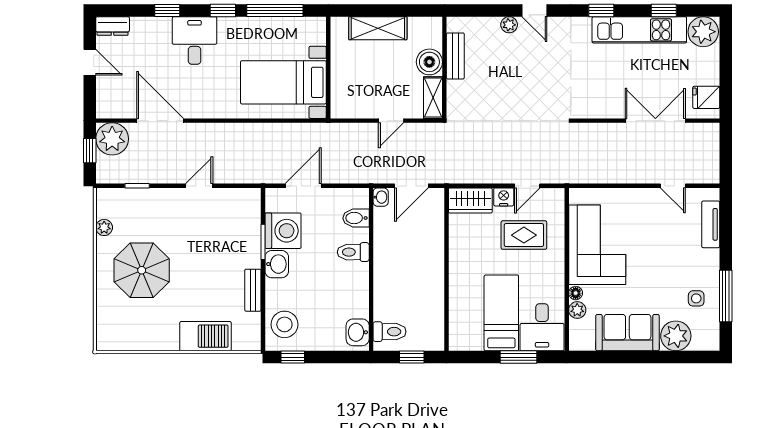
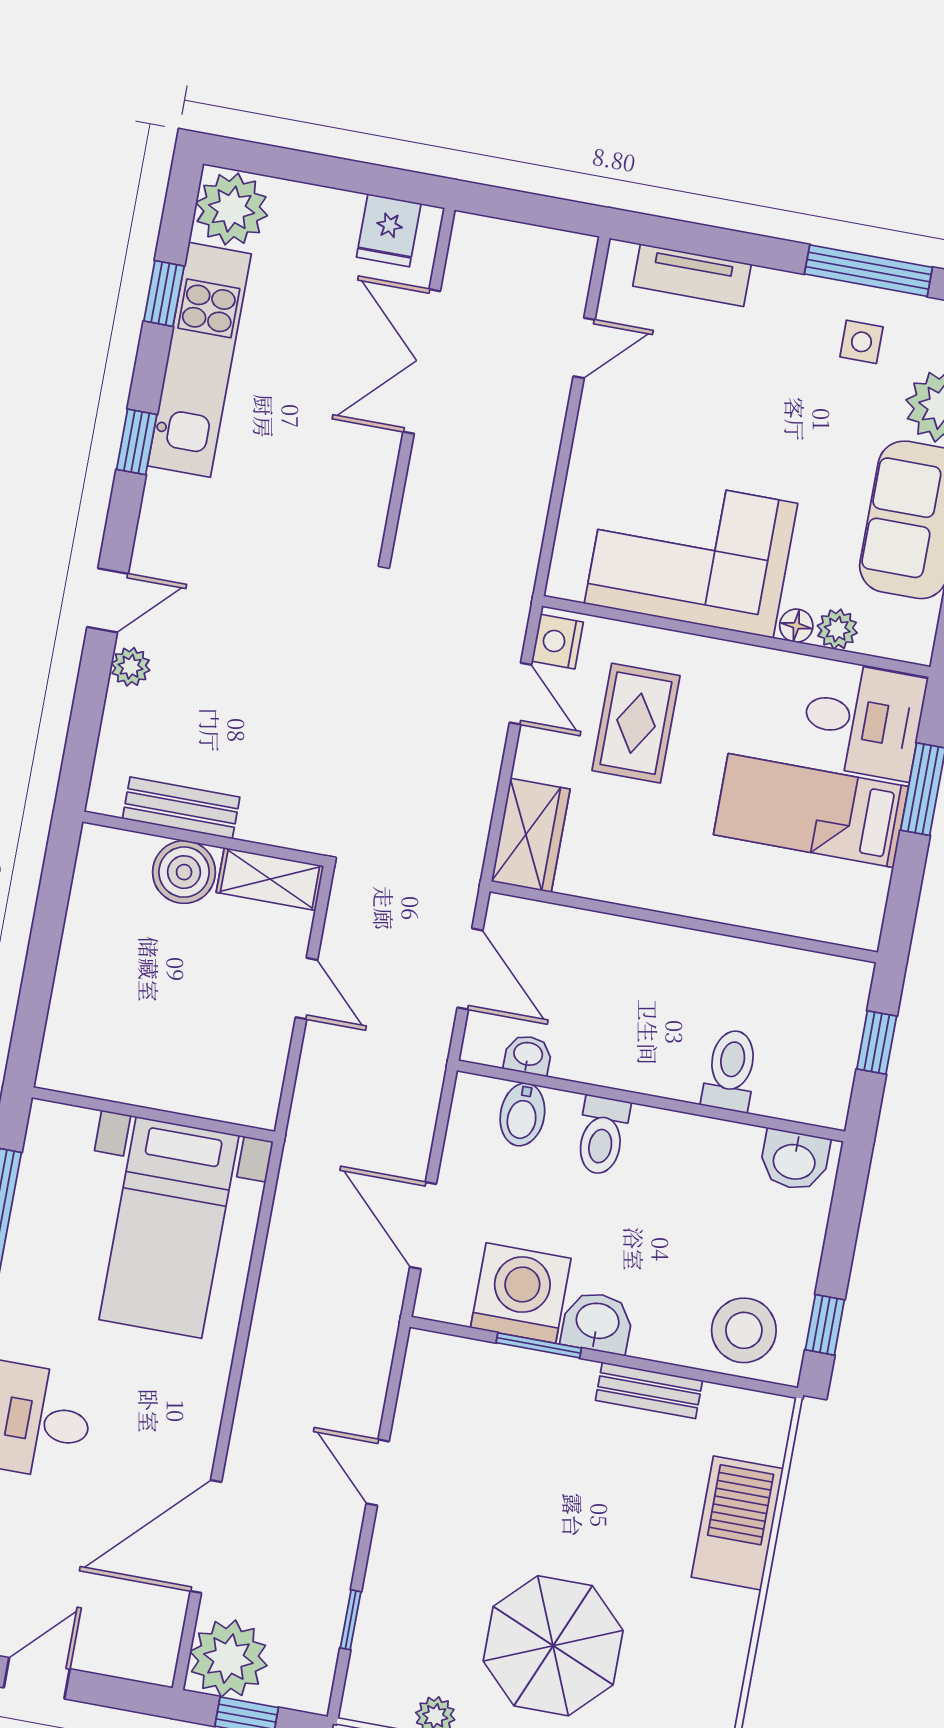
shelving: (378, 28) -> (81, 980), removed
washbasin: (381, 197) -> (528, 1055), moved
nightstand: (504, 197) -> (557, 642), moved
toilet: (390, 332) -> (731, 1070), moved

